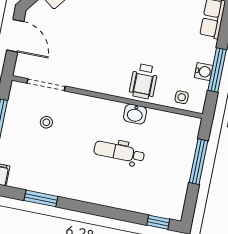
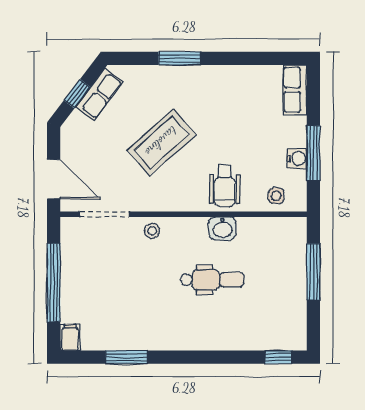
door: (15, 36) -> (54, 179), moved
coffee table: (101, 38) -> (161, 142), added
stool: (46, 122) -> (152, 231), moved
dental chair: (119, 152) -> (212, 280), turned 180

